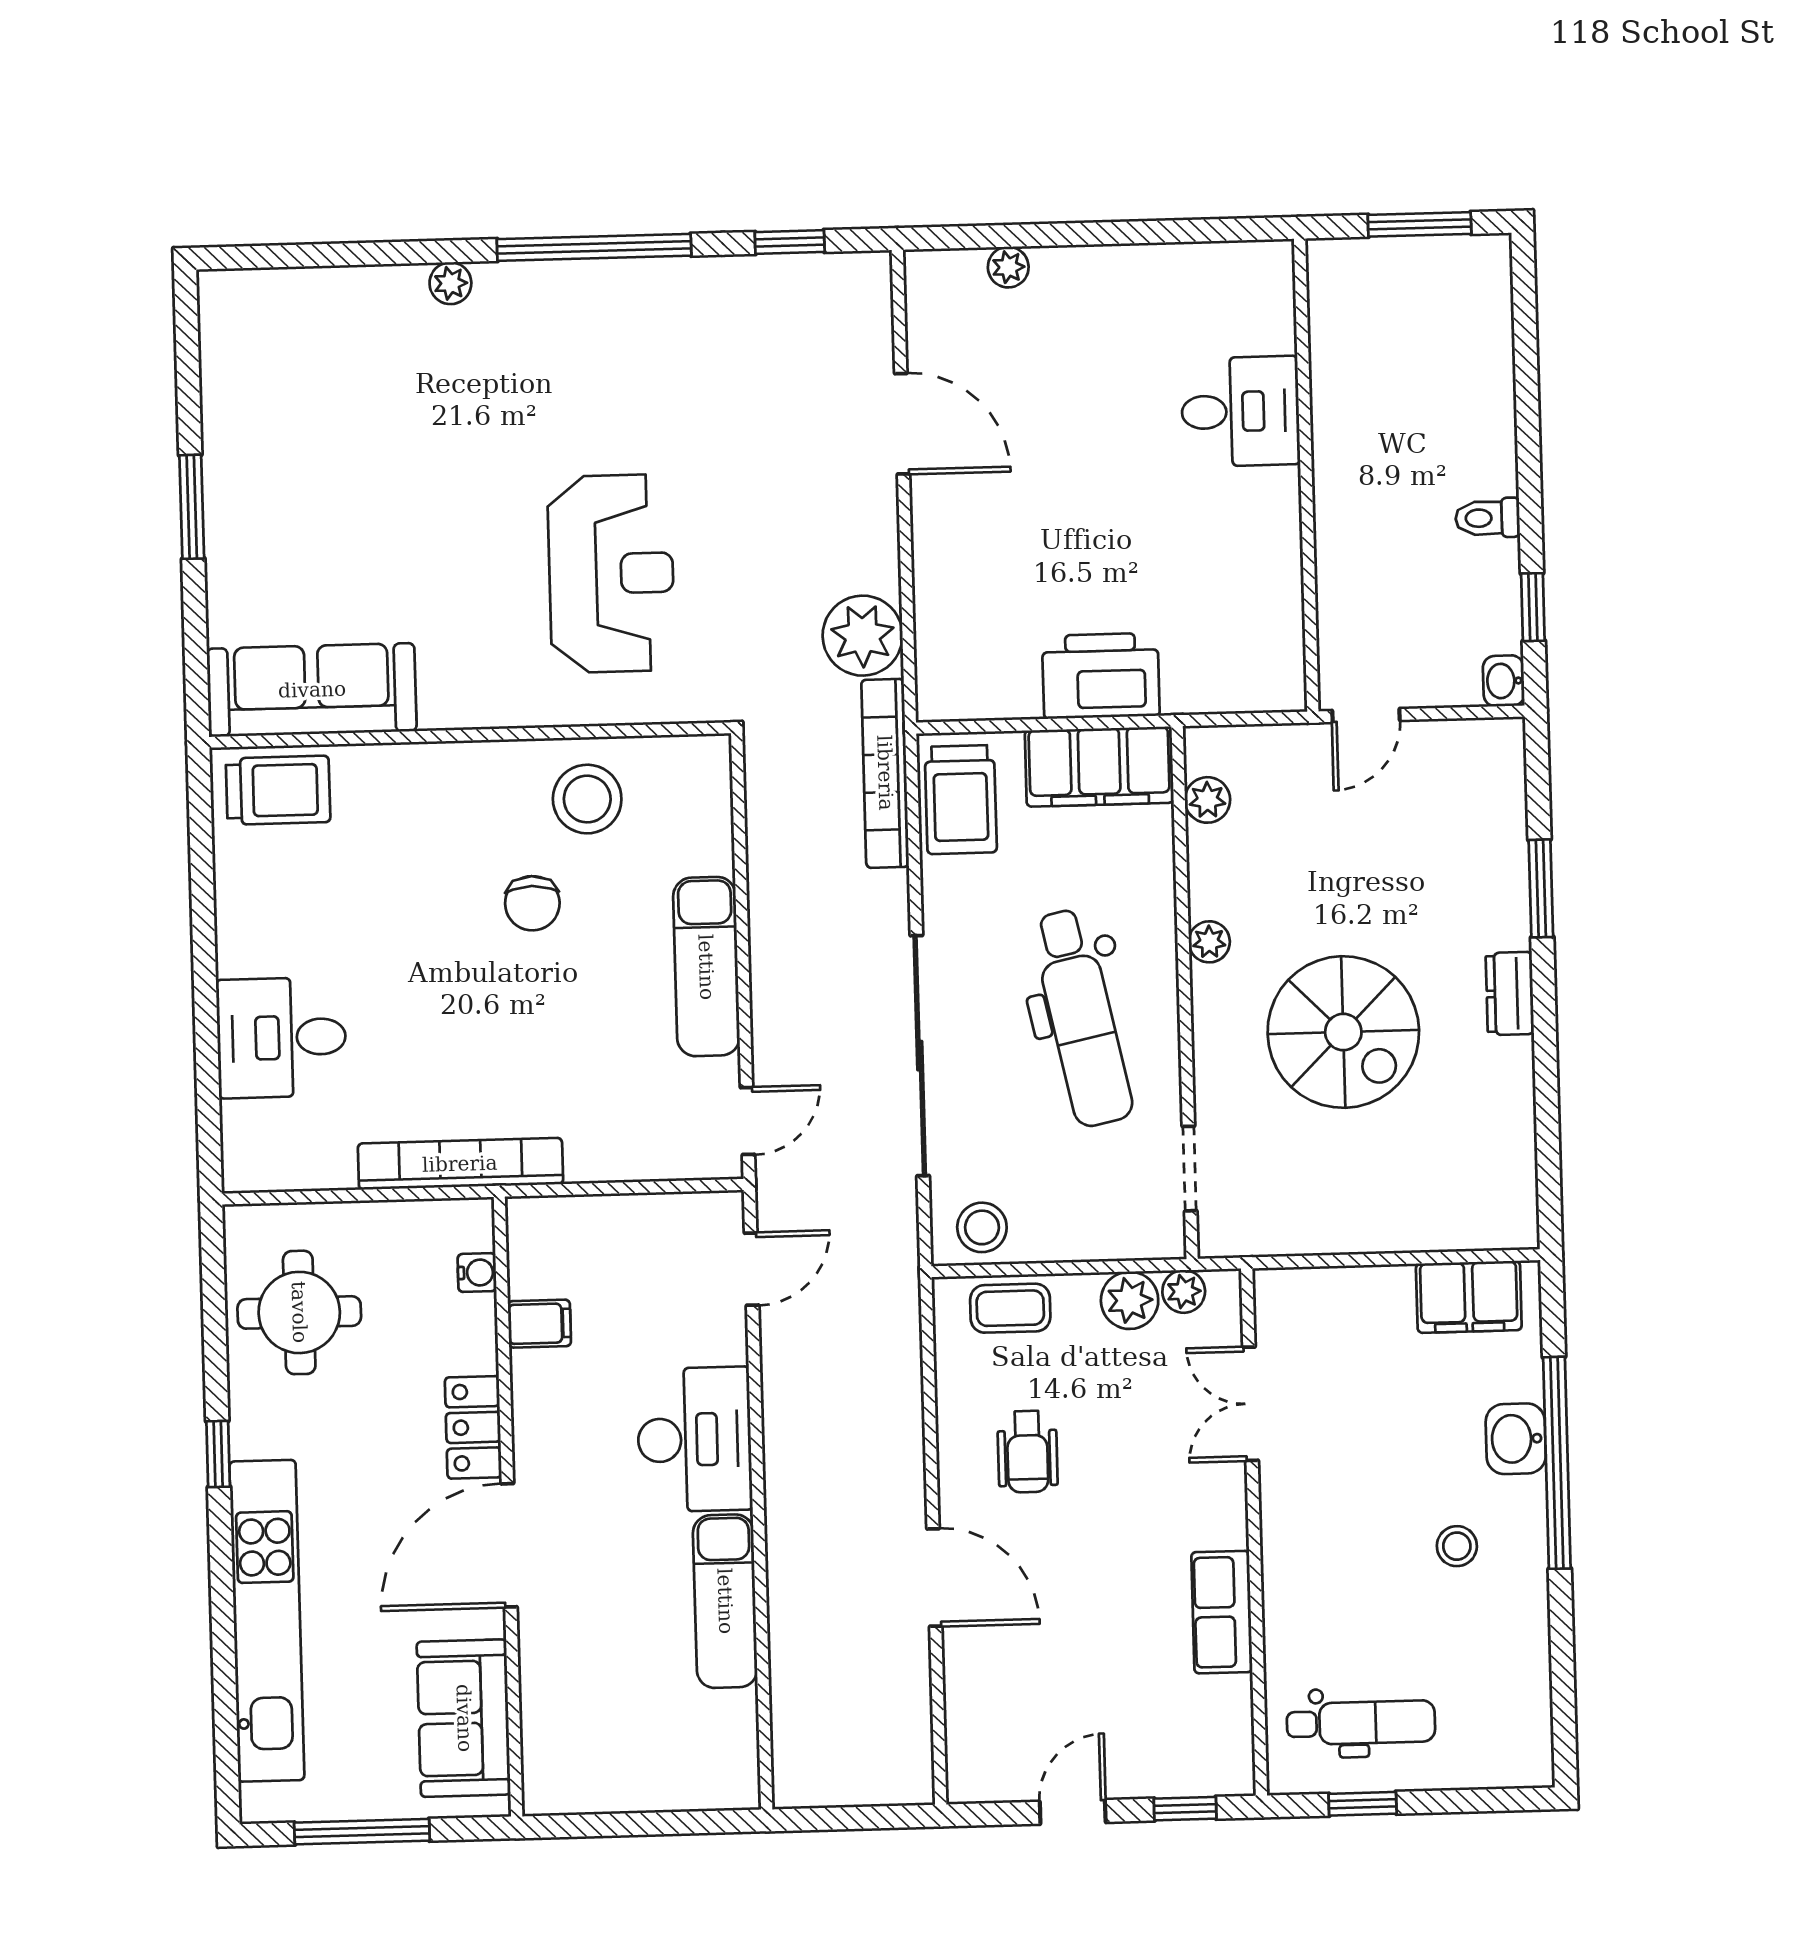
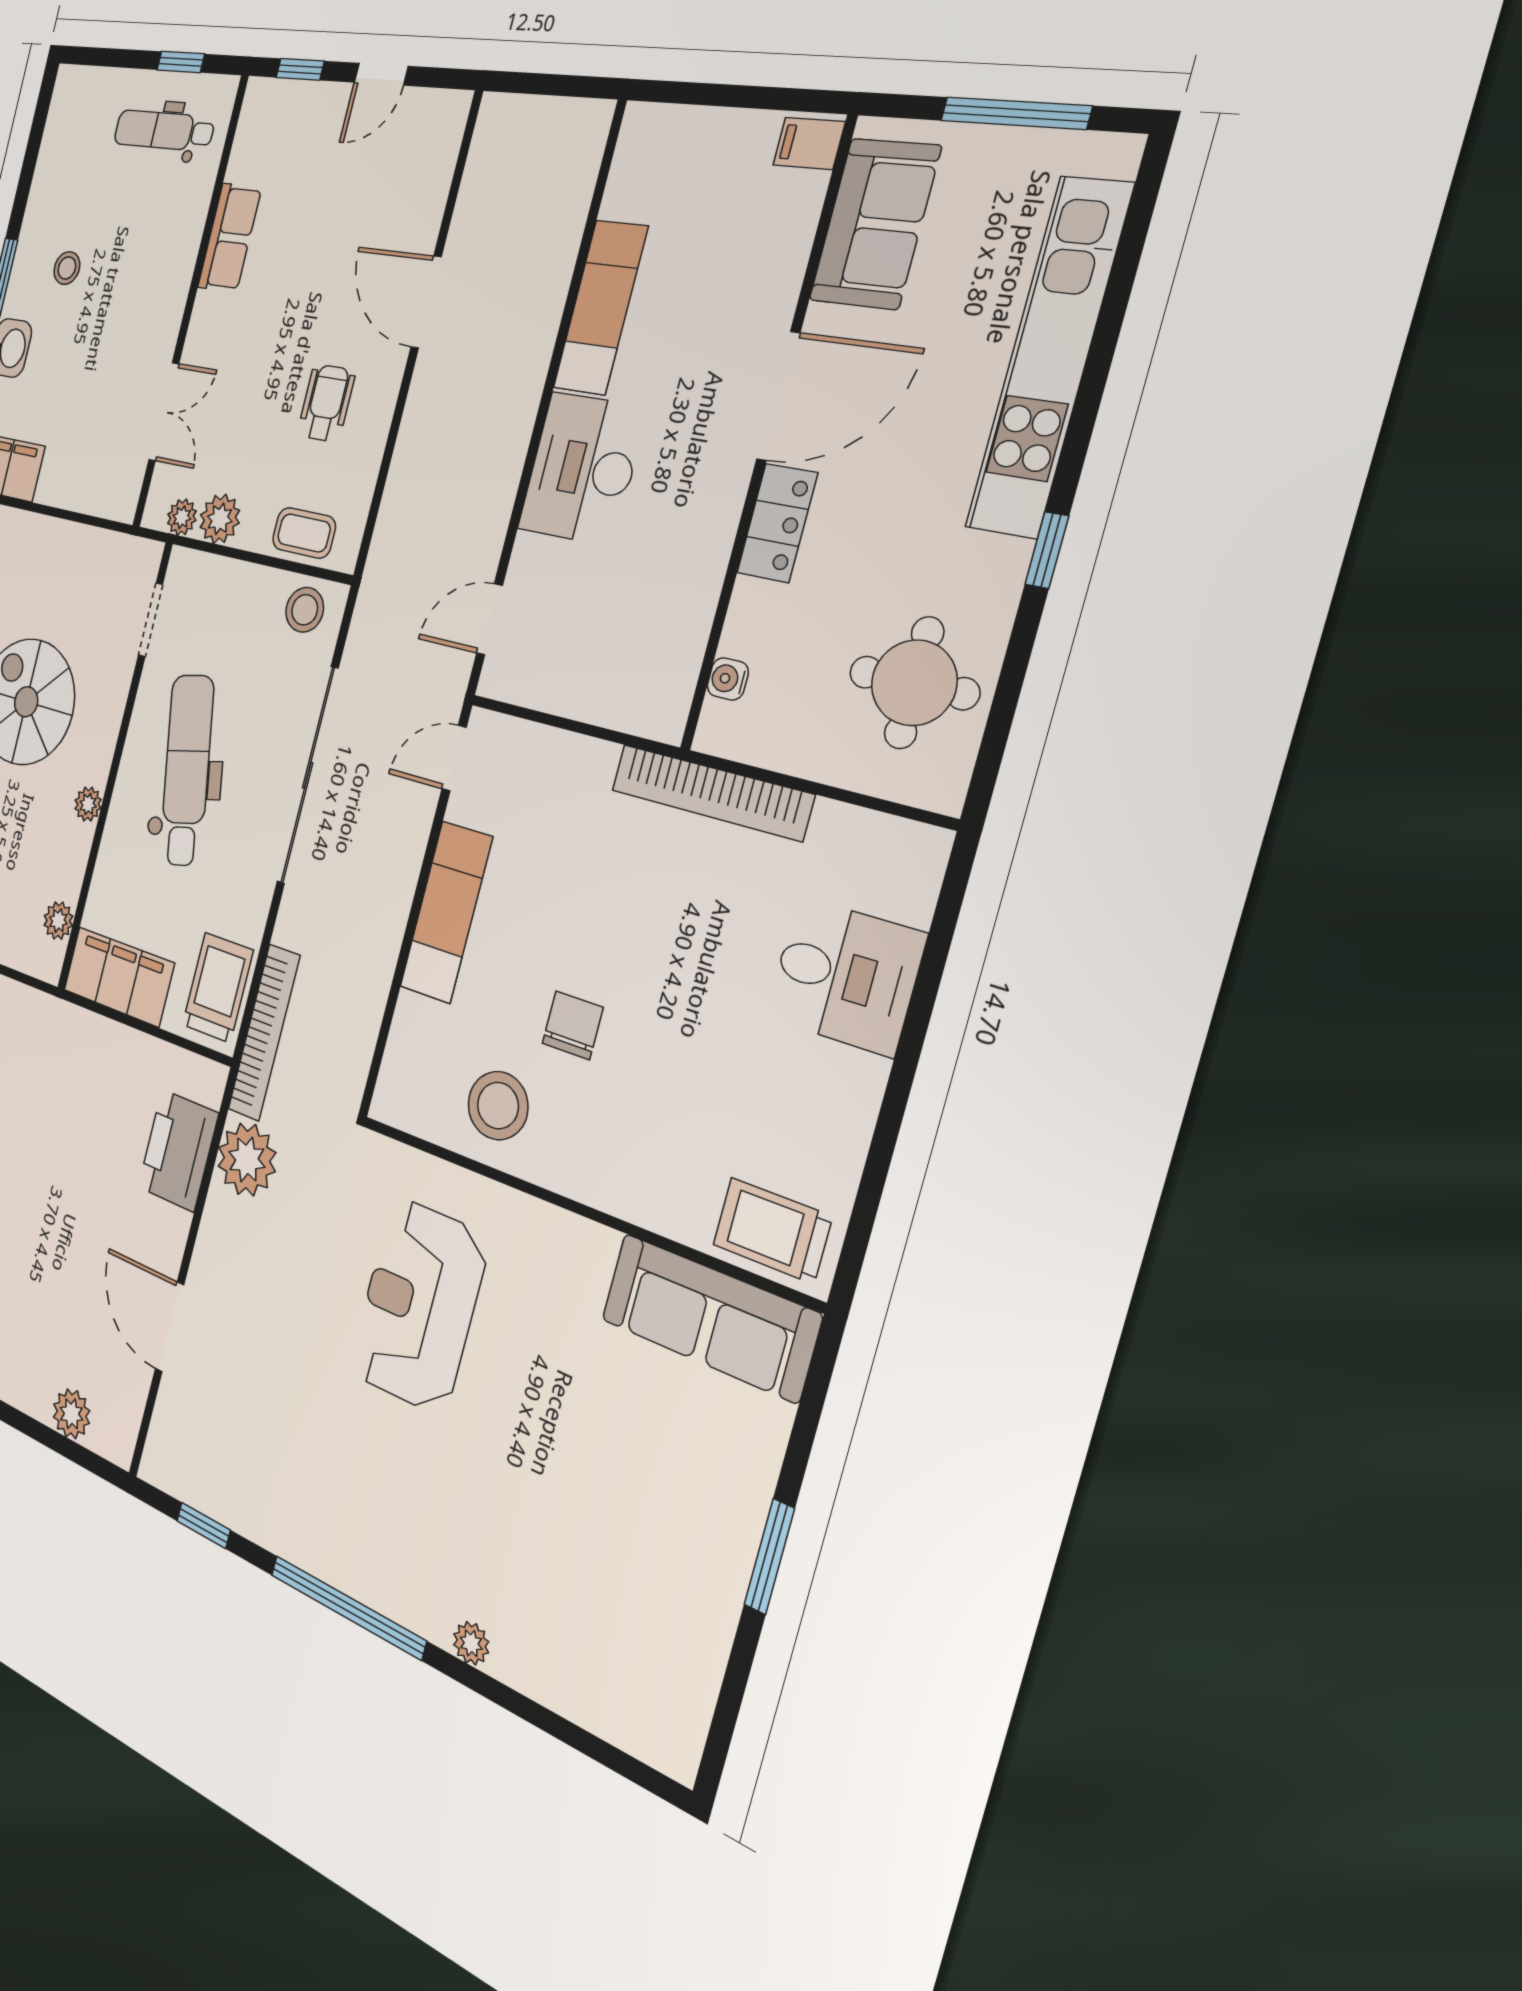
plant: (1008, 267) -> (72, 1414), width x1.38, depth x1.38
printer: (1101, 676) -> (178, 1150), moved, turned 90
filing cabinet: (539, 1324) -> (809, 143), moved

